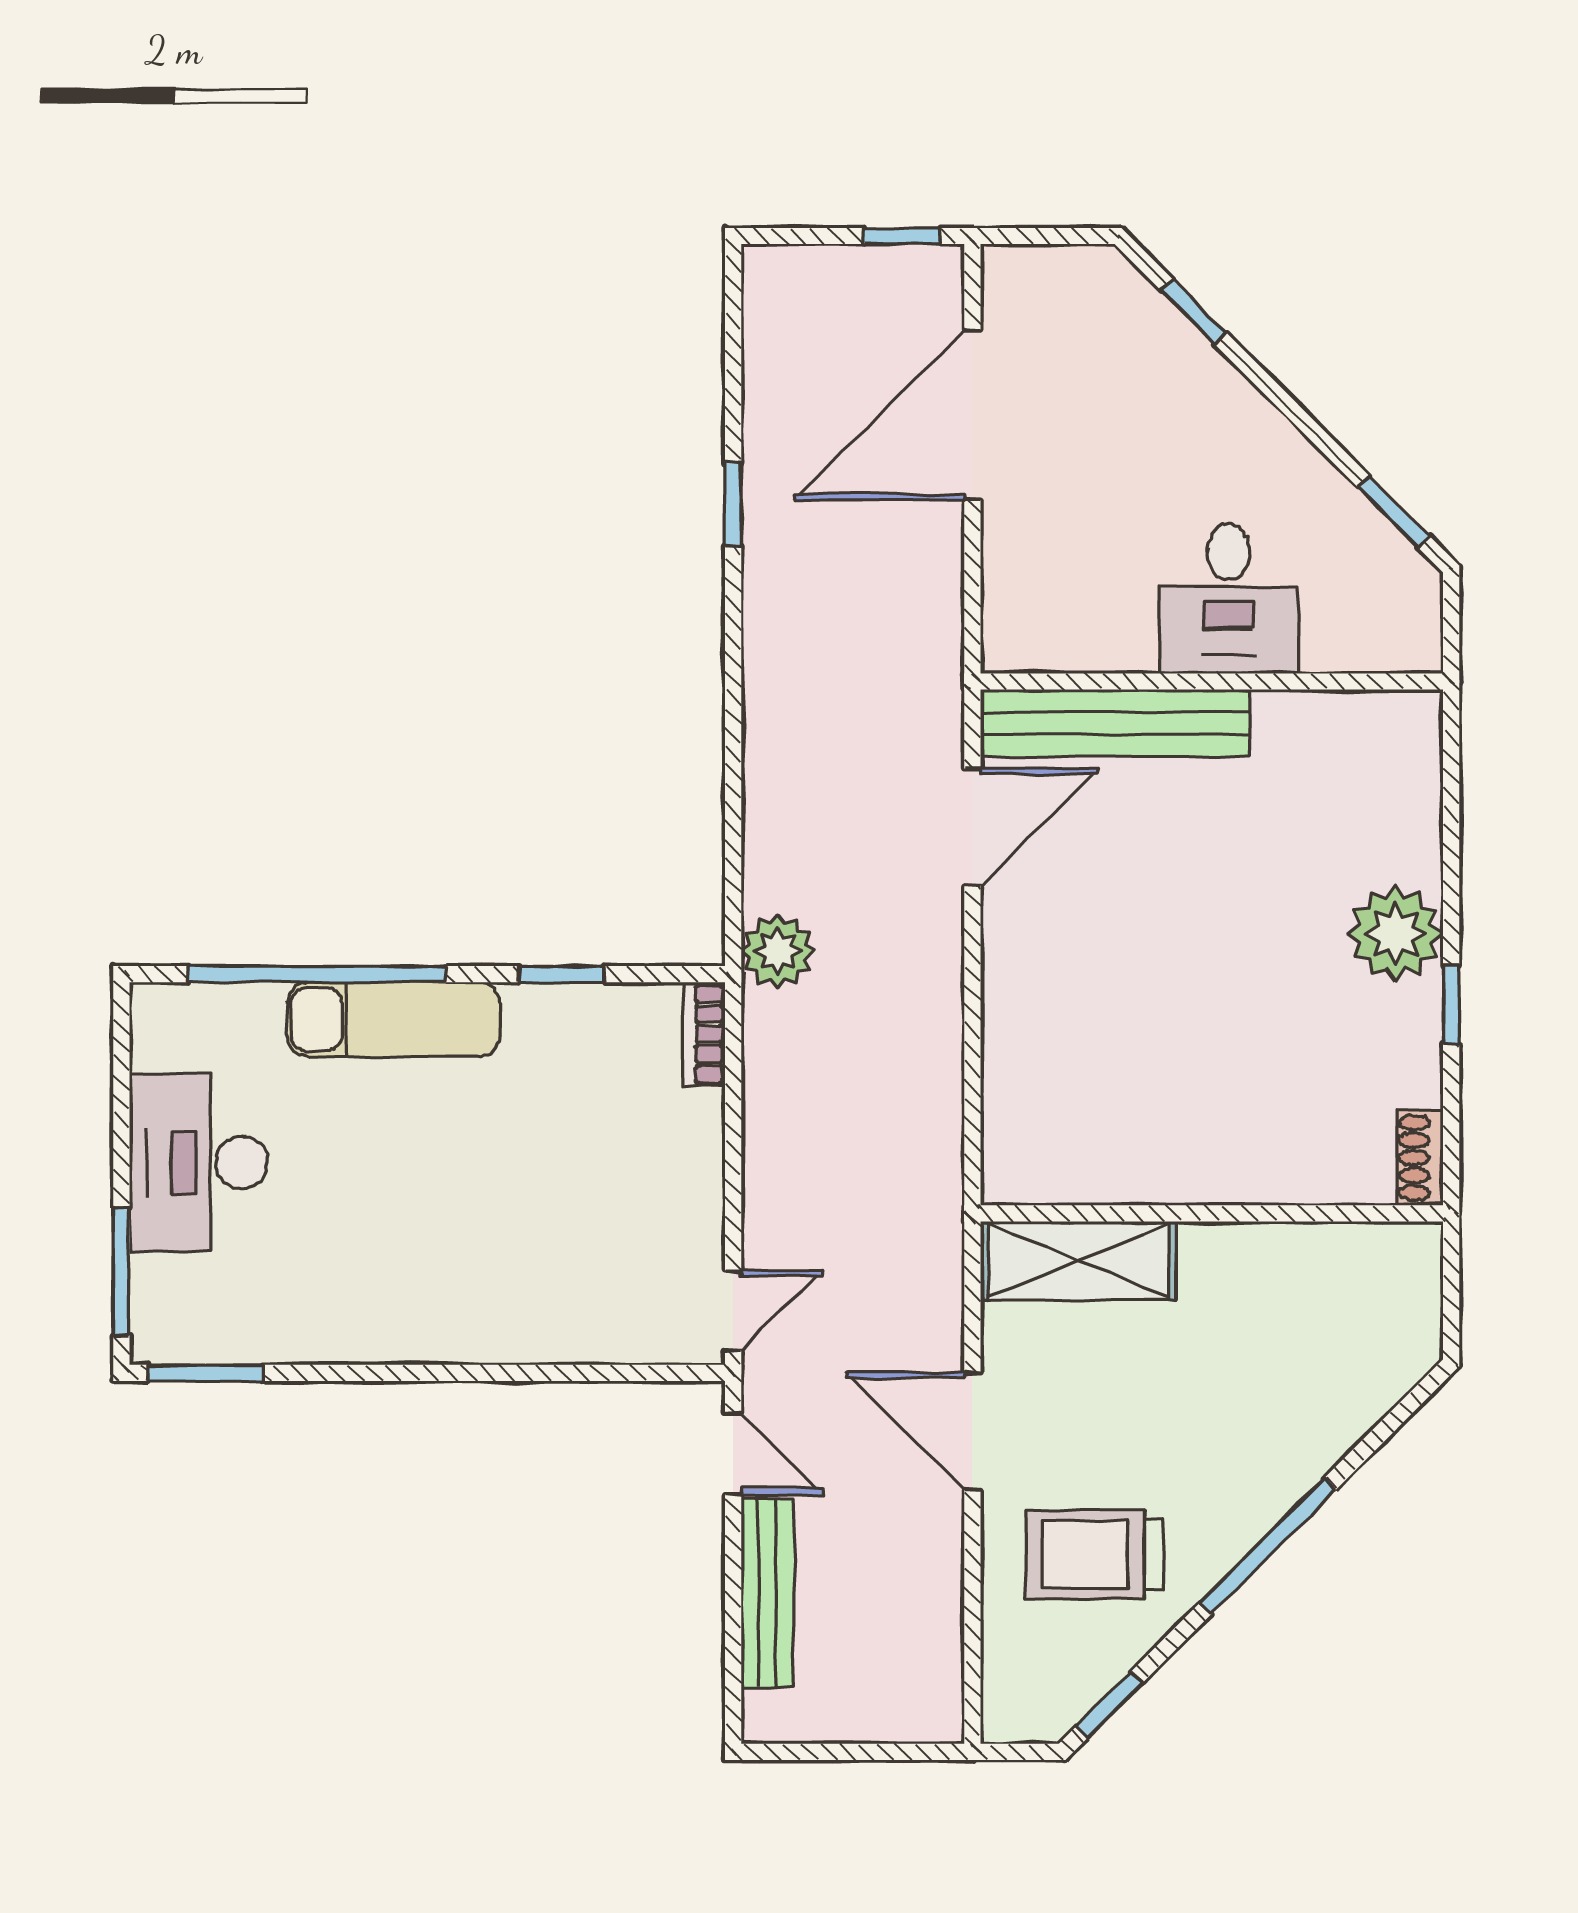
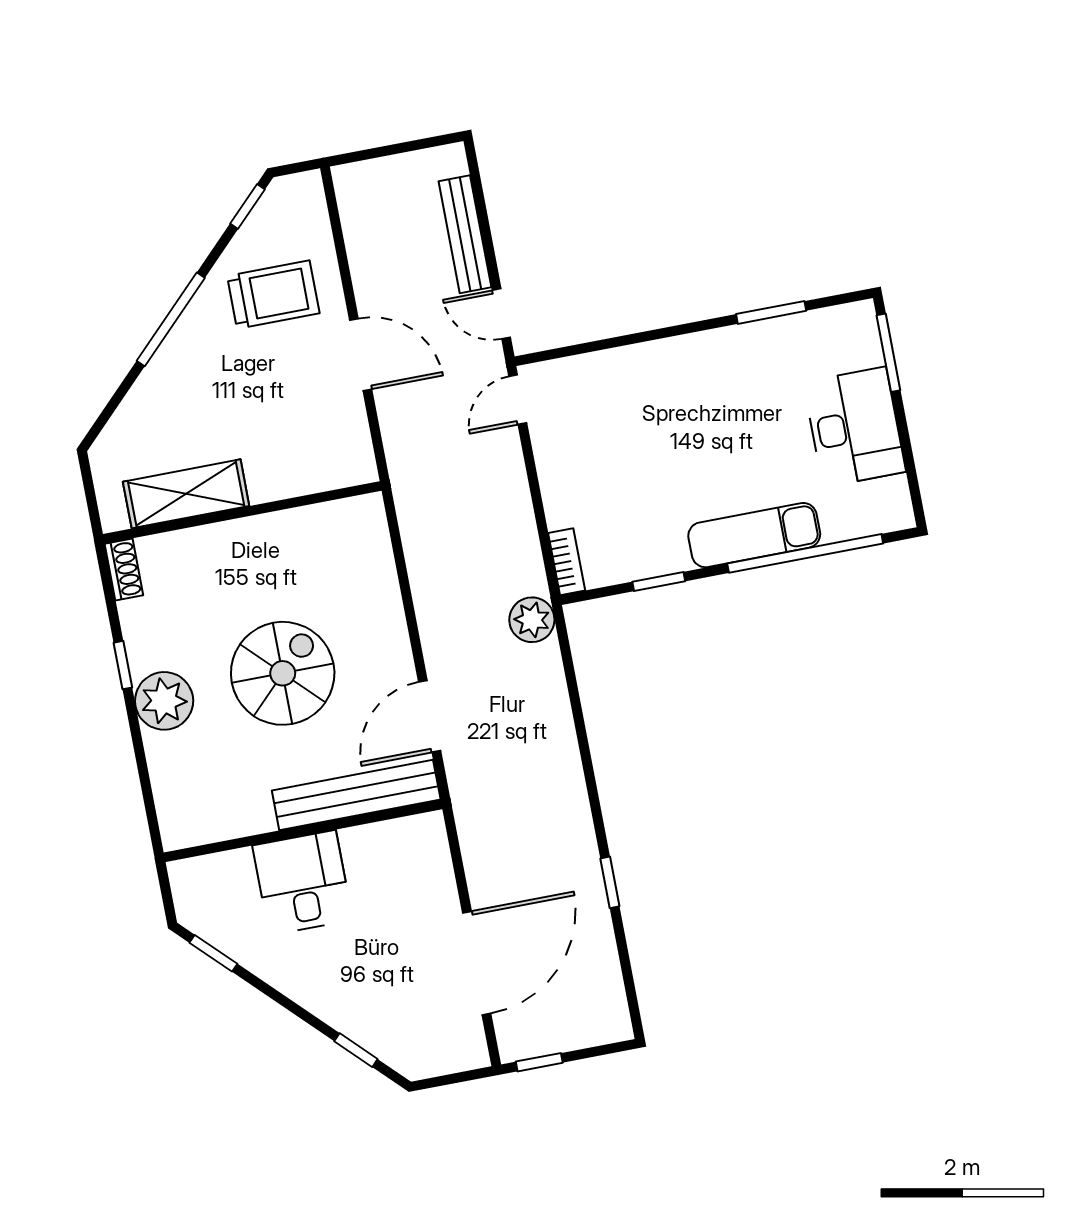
spiral stairs: (1196, 942) -> (283, 673), added
shelving: (1078, 1261) -> (186, 494), moved
window: (206, 1373) -> (771, 312), moved

